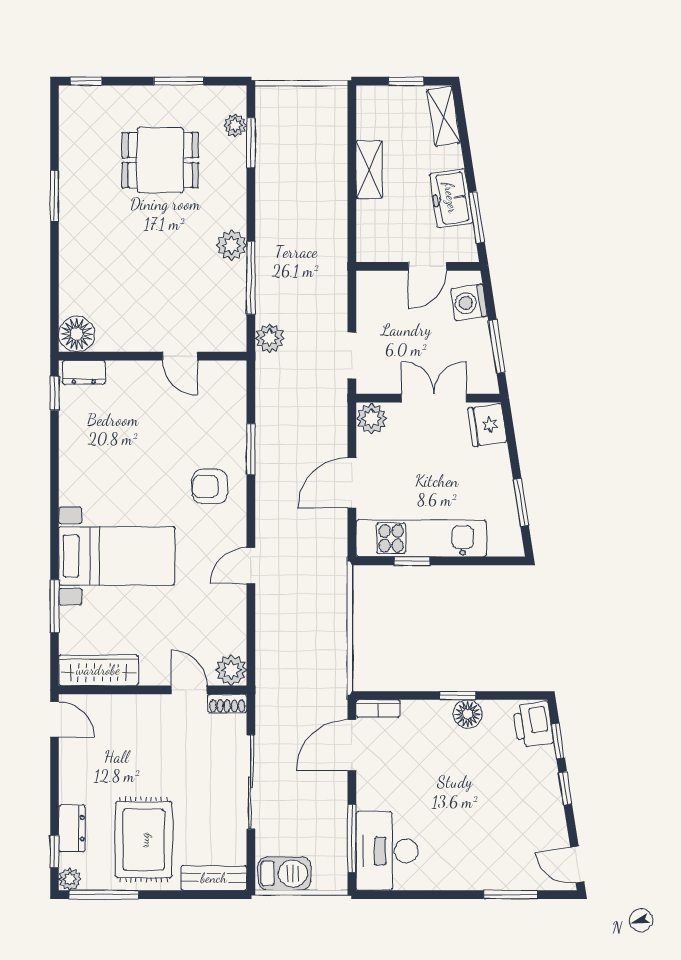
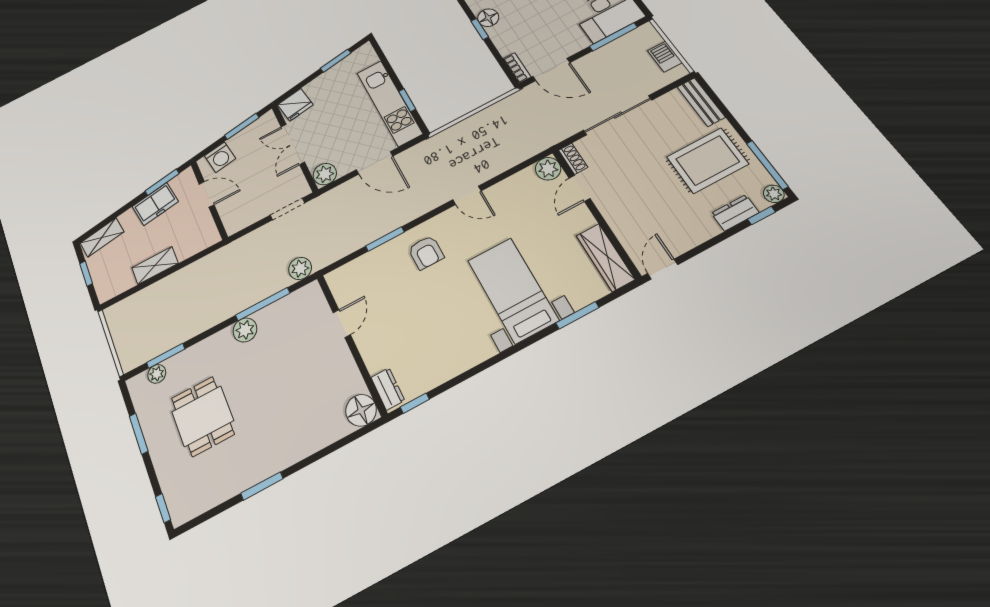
barbecue: (285, 873) -> (665, 57), width x0.73, depth x0.79

